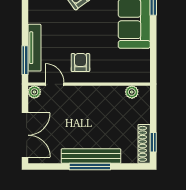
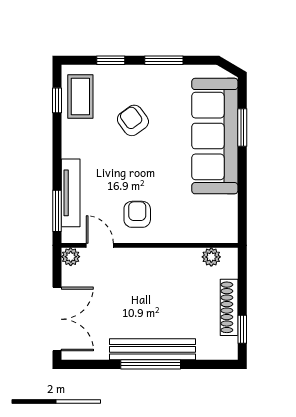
shoe rack: (144, 144) -> (229, 307), moved

